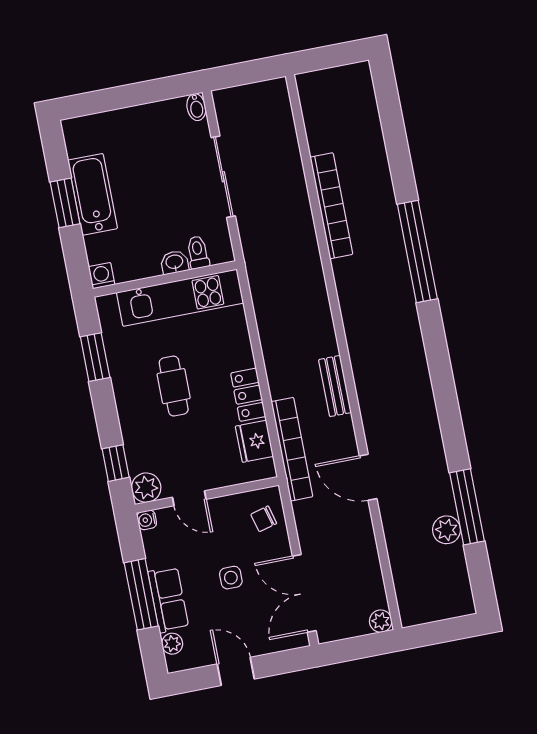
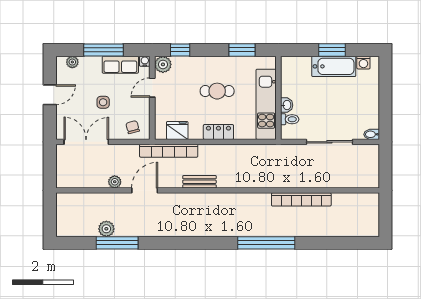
washing machine: (102, 276) -> (363, 63), moved, turned 90
locker: (248, 395) -> (218, 132), moved
row of seats: (168, 600) -> (120, 65), moved
plant: (381, 621) -> (115, 182), moved

